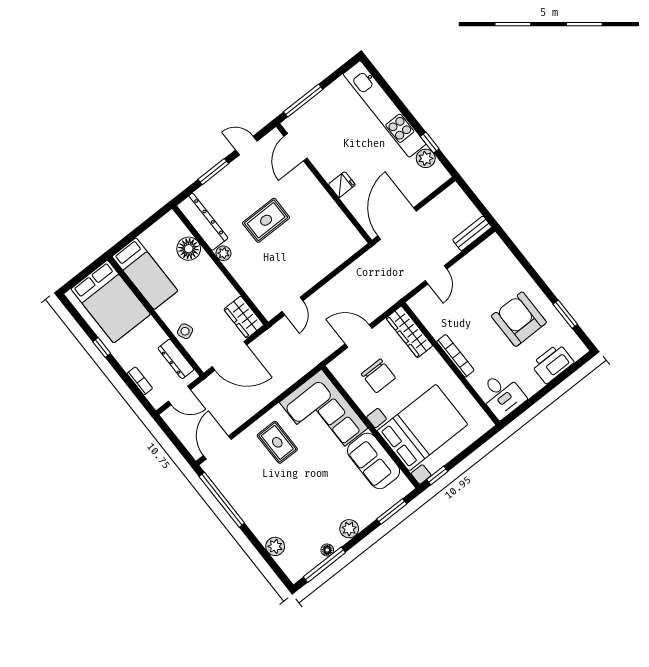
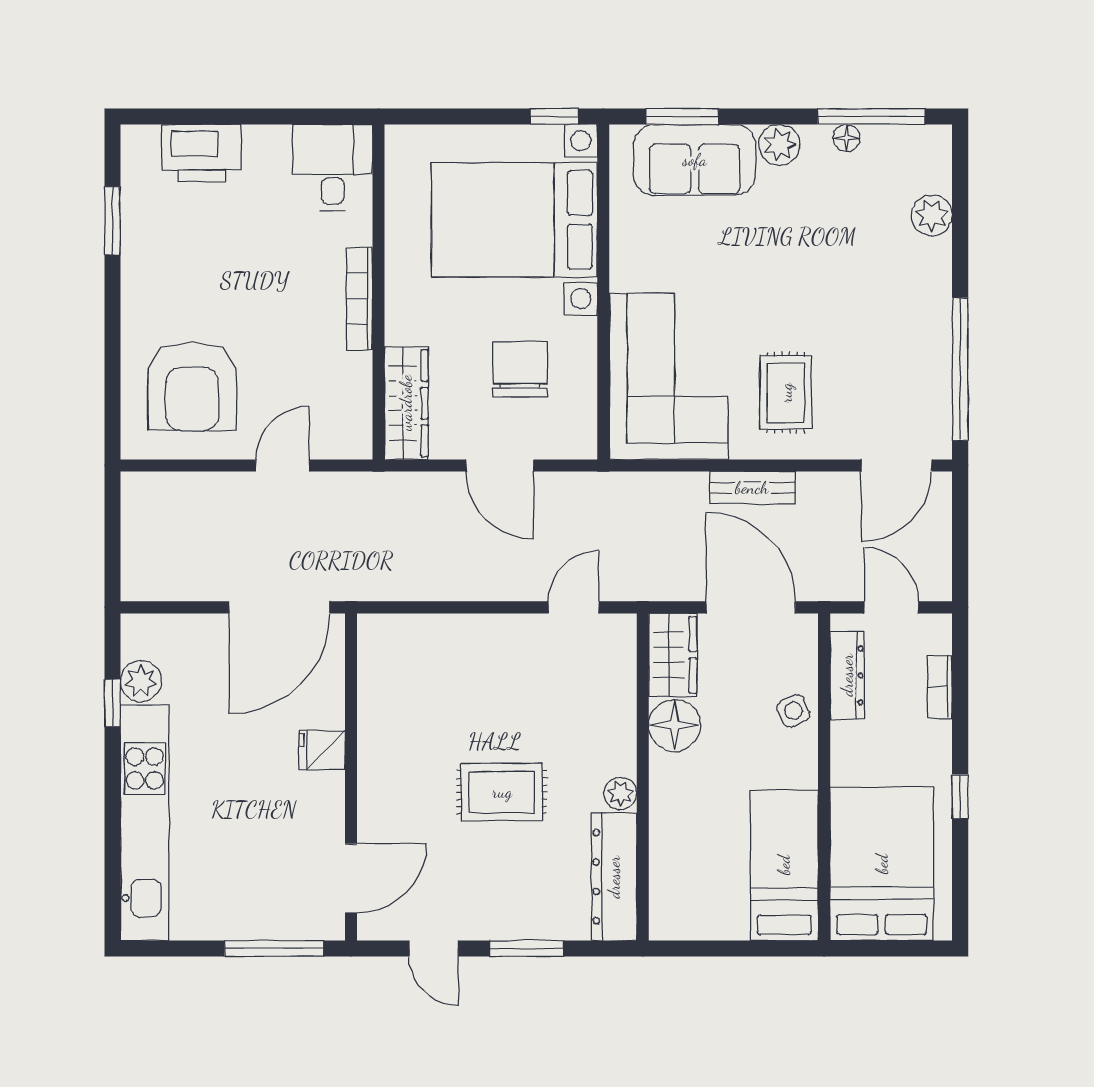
bench: (472, 233) -> (752, 488), moved
floor lamp: (189, 249) -> (674, 725), moved
armchair: (519, 319) -> (192, 386), moved
sofa: (374, 461) -> (695, 160), moved, turned 90

